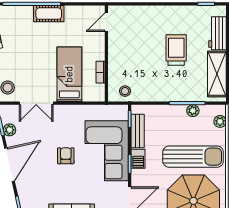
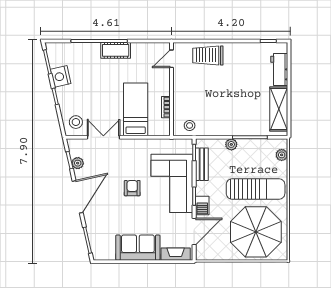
trolley: (176, 50) -> (208, 55), moved, turned -90
double door: (36, 103) -> (103, 137), swing flipped
plant: (193, 111) -> (231, 144), moved
barbecue: (138, 159) -> (202, 206), moved

